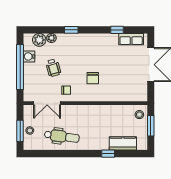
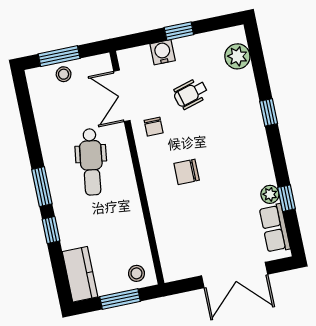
plant: (51, 38) -> (270, 194), moved
water cooler: (29, 56) -> (163, 52), moved
window: (20, 67) -> (179, 31), width x0.32
dental chair: (62, 136) -> (91, 162), moved
kitchen counter: (123, 143) -> (80, 274), moved
window: (85, 154) -> (42, 187), added

